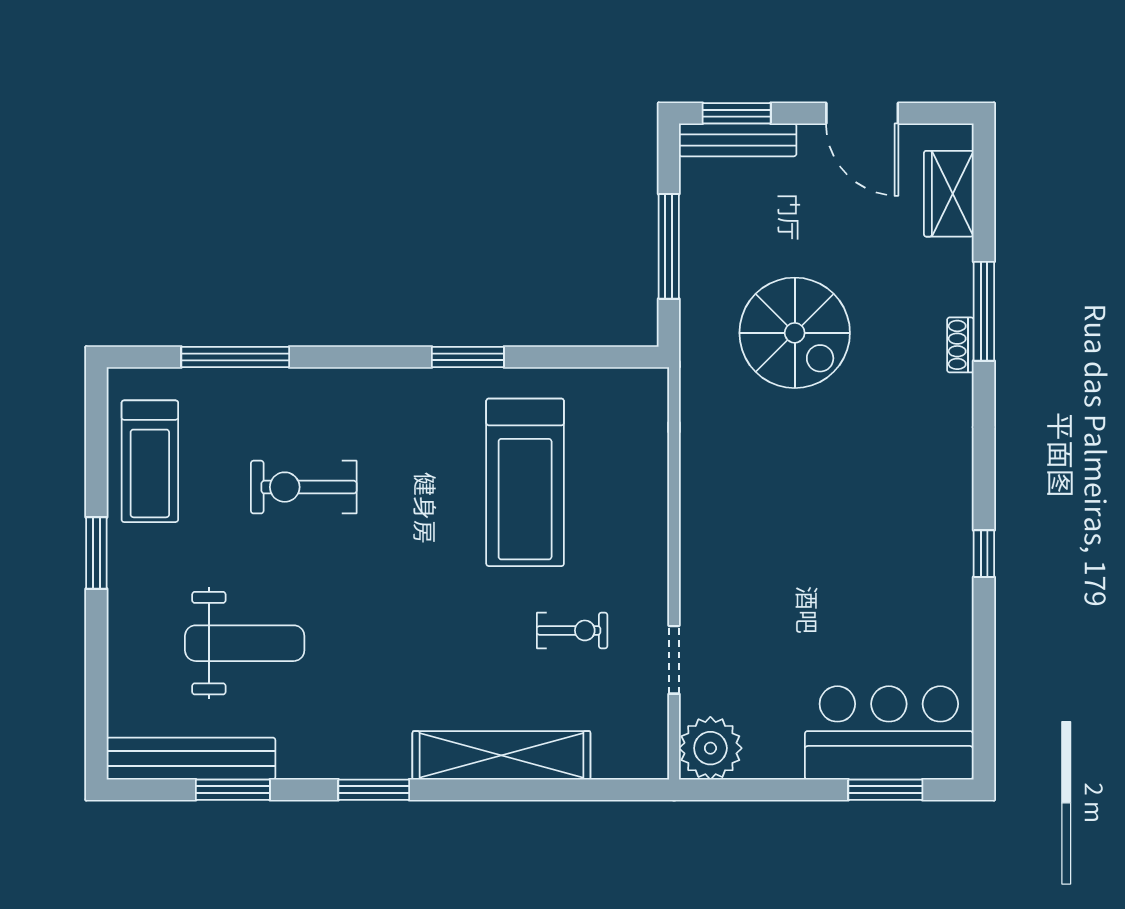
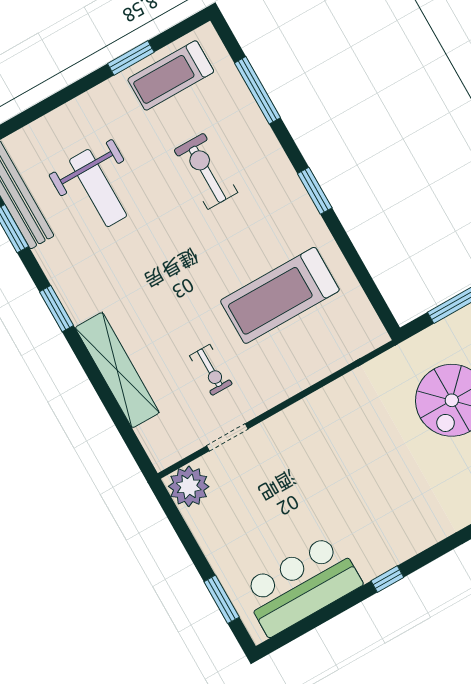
window: (468, 357) -> (315, 191), moved
window: (96, 553) -> (131, 58), moved
bar counter: (889, 733) -> (301, 585), moved, turned -90

